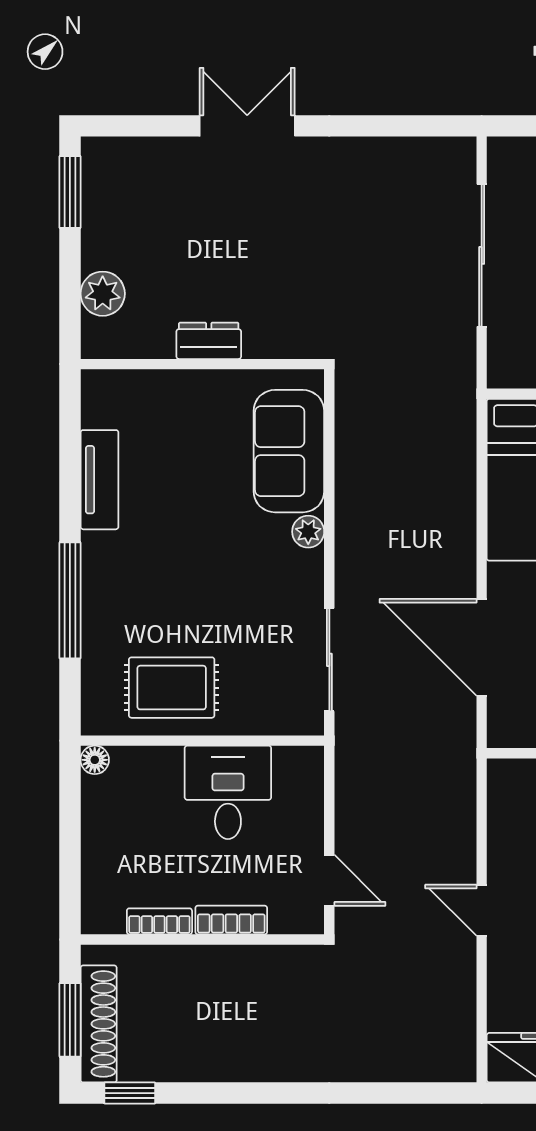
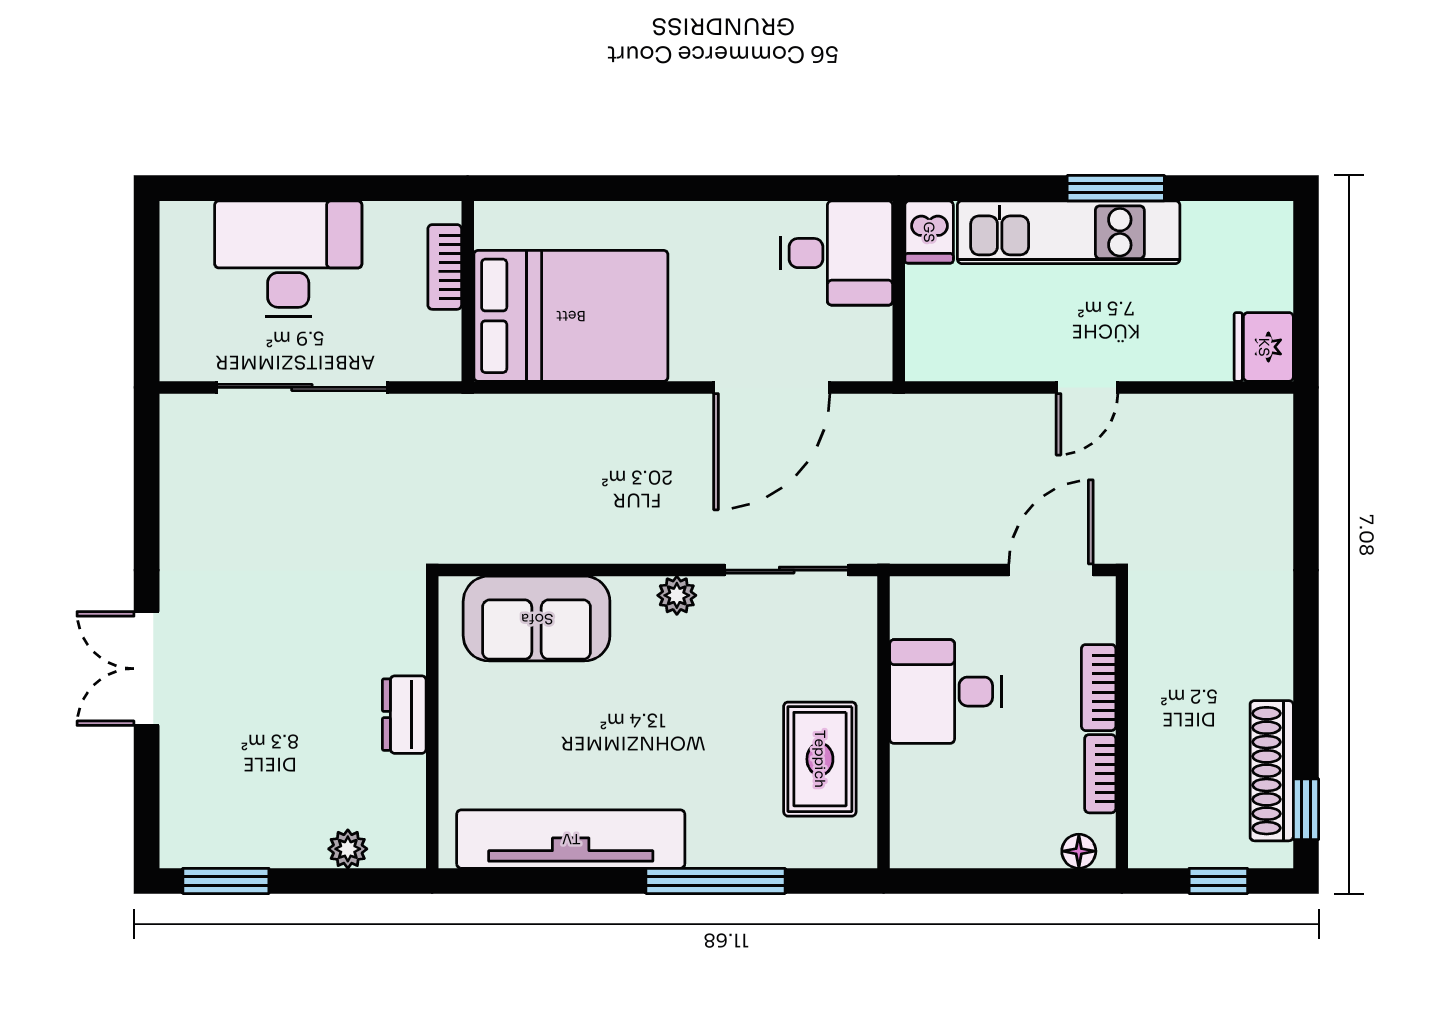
plant: (103, 294) -> (348, 849), width x0.73, depth x0.73
tv unit: (99, 480) -> (571, 839), width x1.92, depth x1.29
plant: (308, 532) -> (677, 595), moved
floor lamp: (95, 760) -> (1079, 851), moved
door: (329, 880) -> (1051, 570), width x1.38
window: (70, 1020) -> (1218, 881), width x0.67
shoe rack: (99, 1024) -> (1272, 771), moved, turned -90

